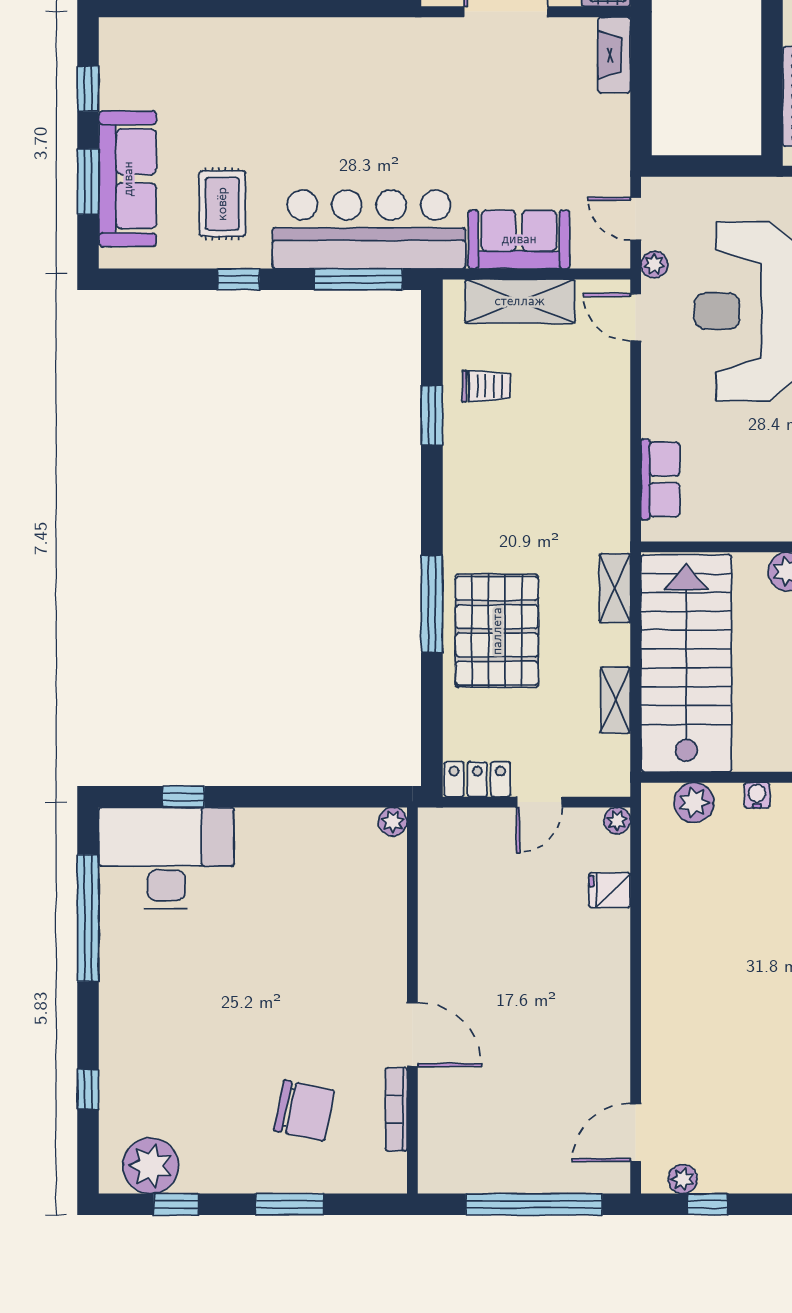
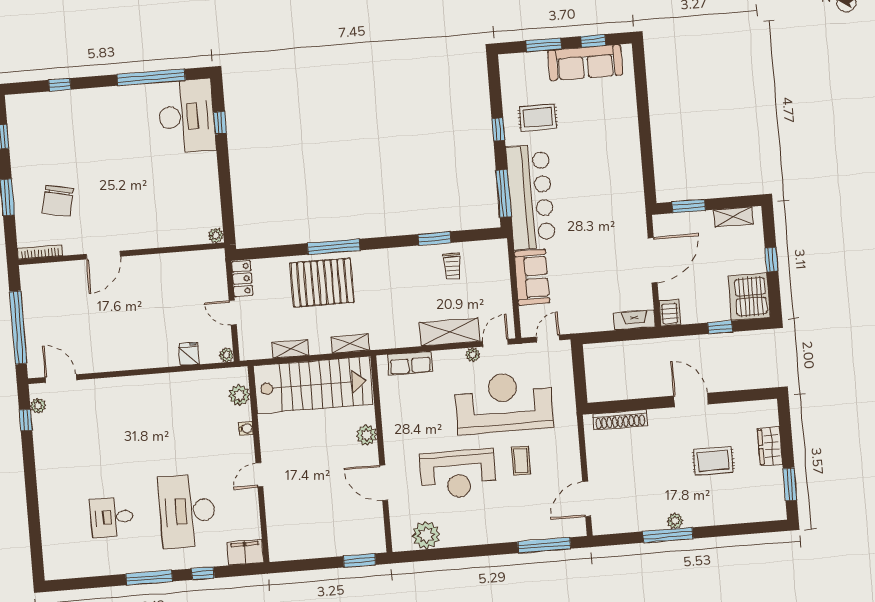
sofa: (128, 179) -> (585, 63), moved
plant: (654, 265) -> (473, 355), moved
shelving: (520, 301) -> (449, 332), moved, turned 90
bookcase: (396, 1109) -> (40, 252), moved
plant: (151, 1166) -> (22, 121), removed

